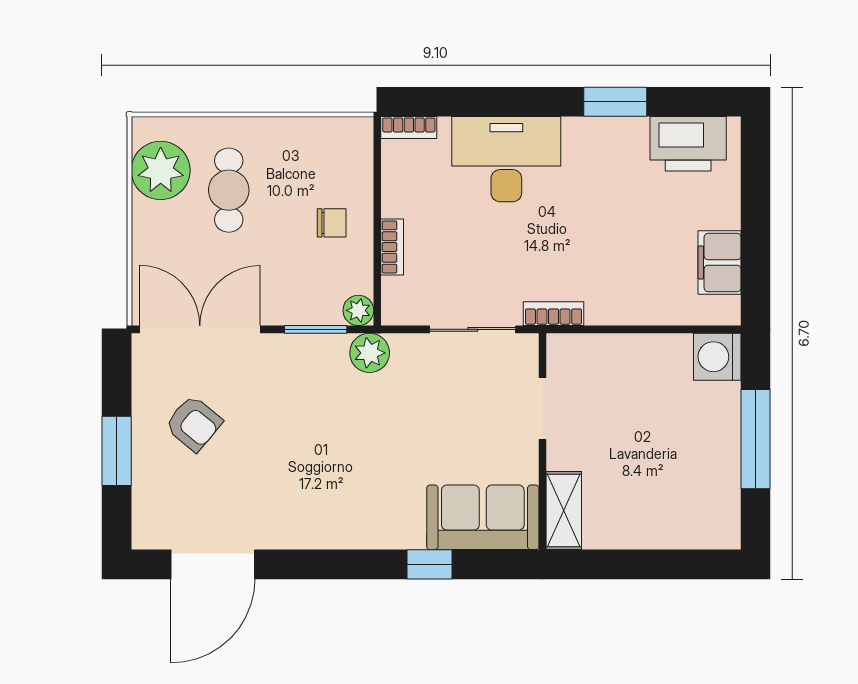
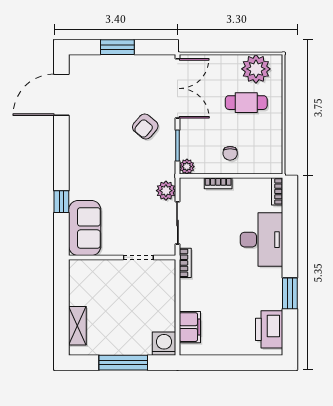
filing cabinet: (720, 262) -> (190, 327), moved, turned 90
plant: (370, 353) -> (166, 191), moved
armchair: (194, 423) -> (145, 126), moved
shelving: (564, 511) -> (77, 326), moved, turned 90
door: (213, 564) -> (61, 95), hinge flipped

